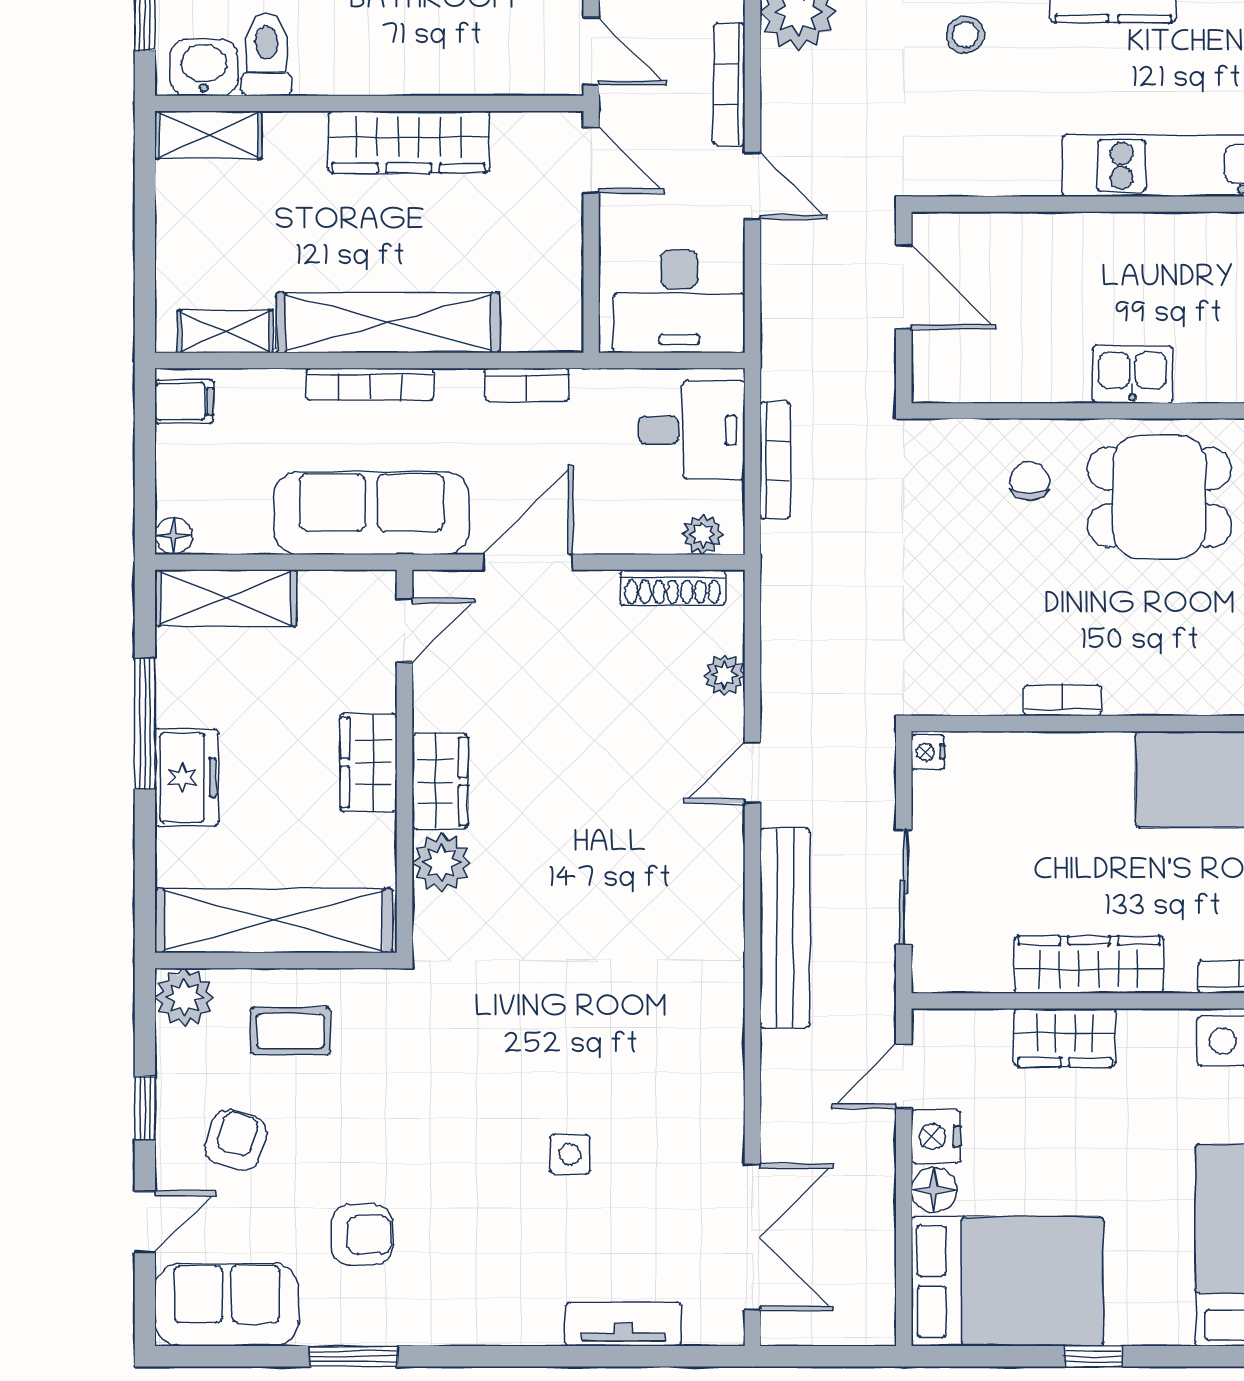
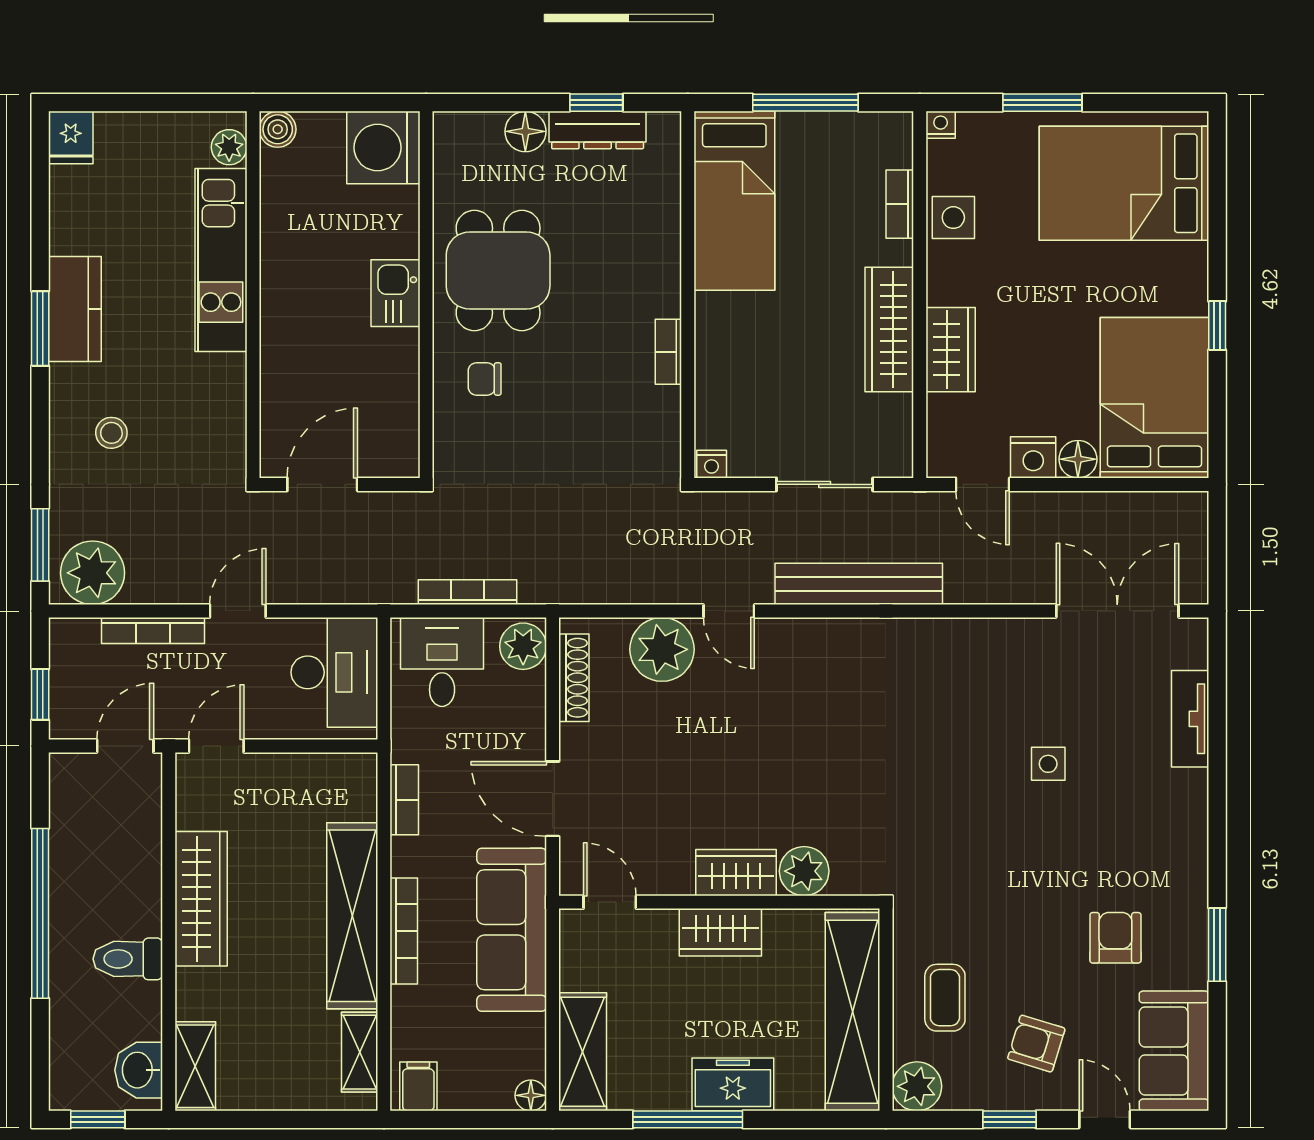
toilet: (267, 54) -> (128, 959), moved
plant: (703, 534) -> (523, 646), width x1.38, depth x1.38
plant: (724, 675) -> (662, 649), width x1.88, depth x1.88

